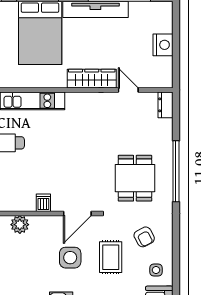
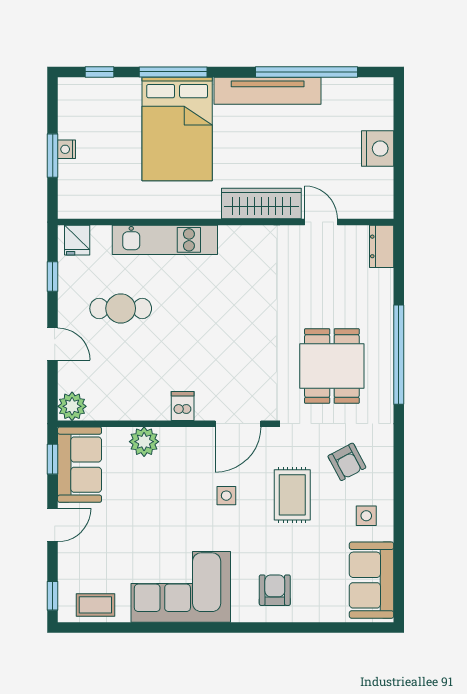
side table: (70, 258) -> (226, 496), width x0.54, depth x0.54

